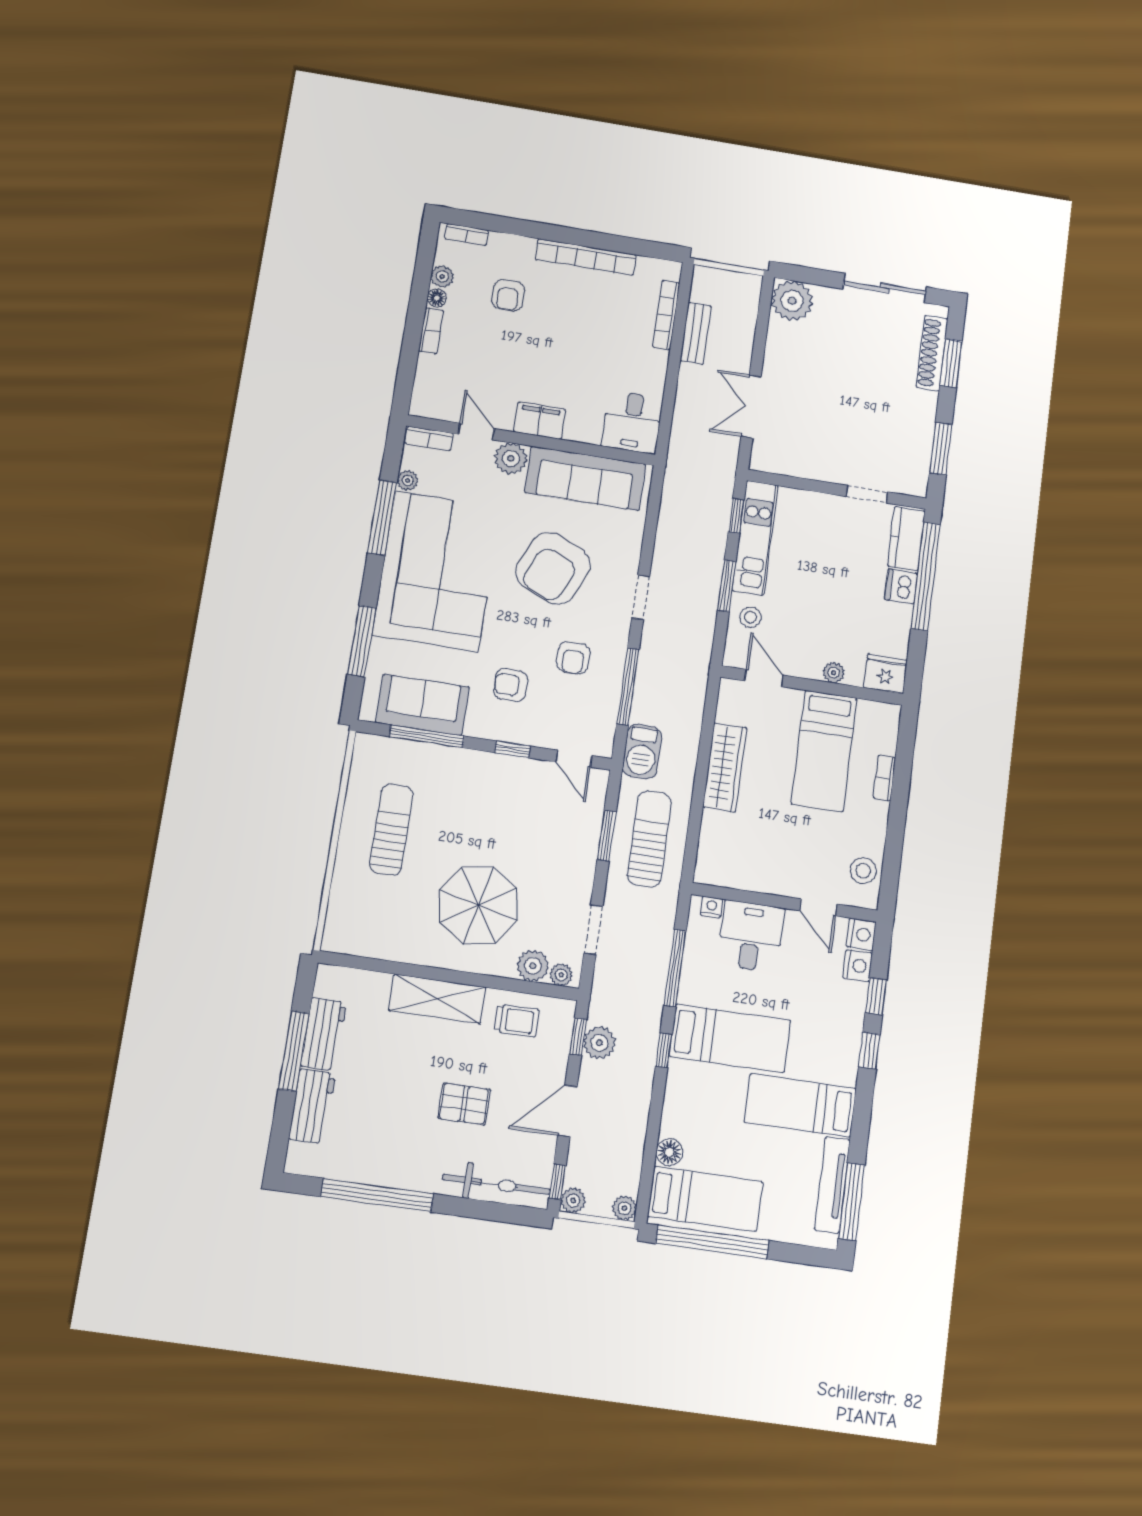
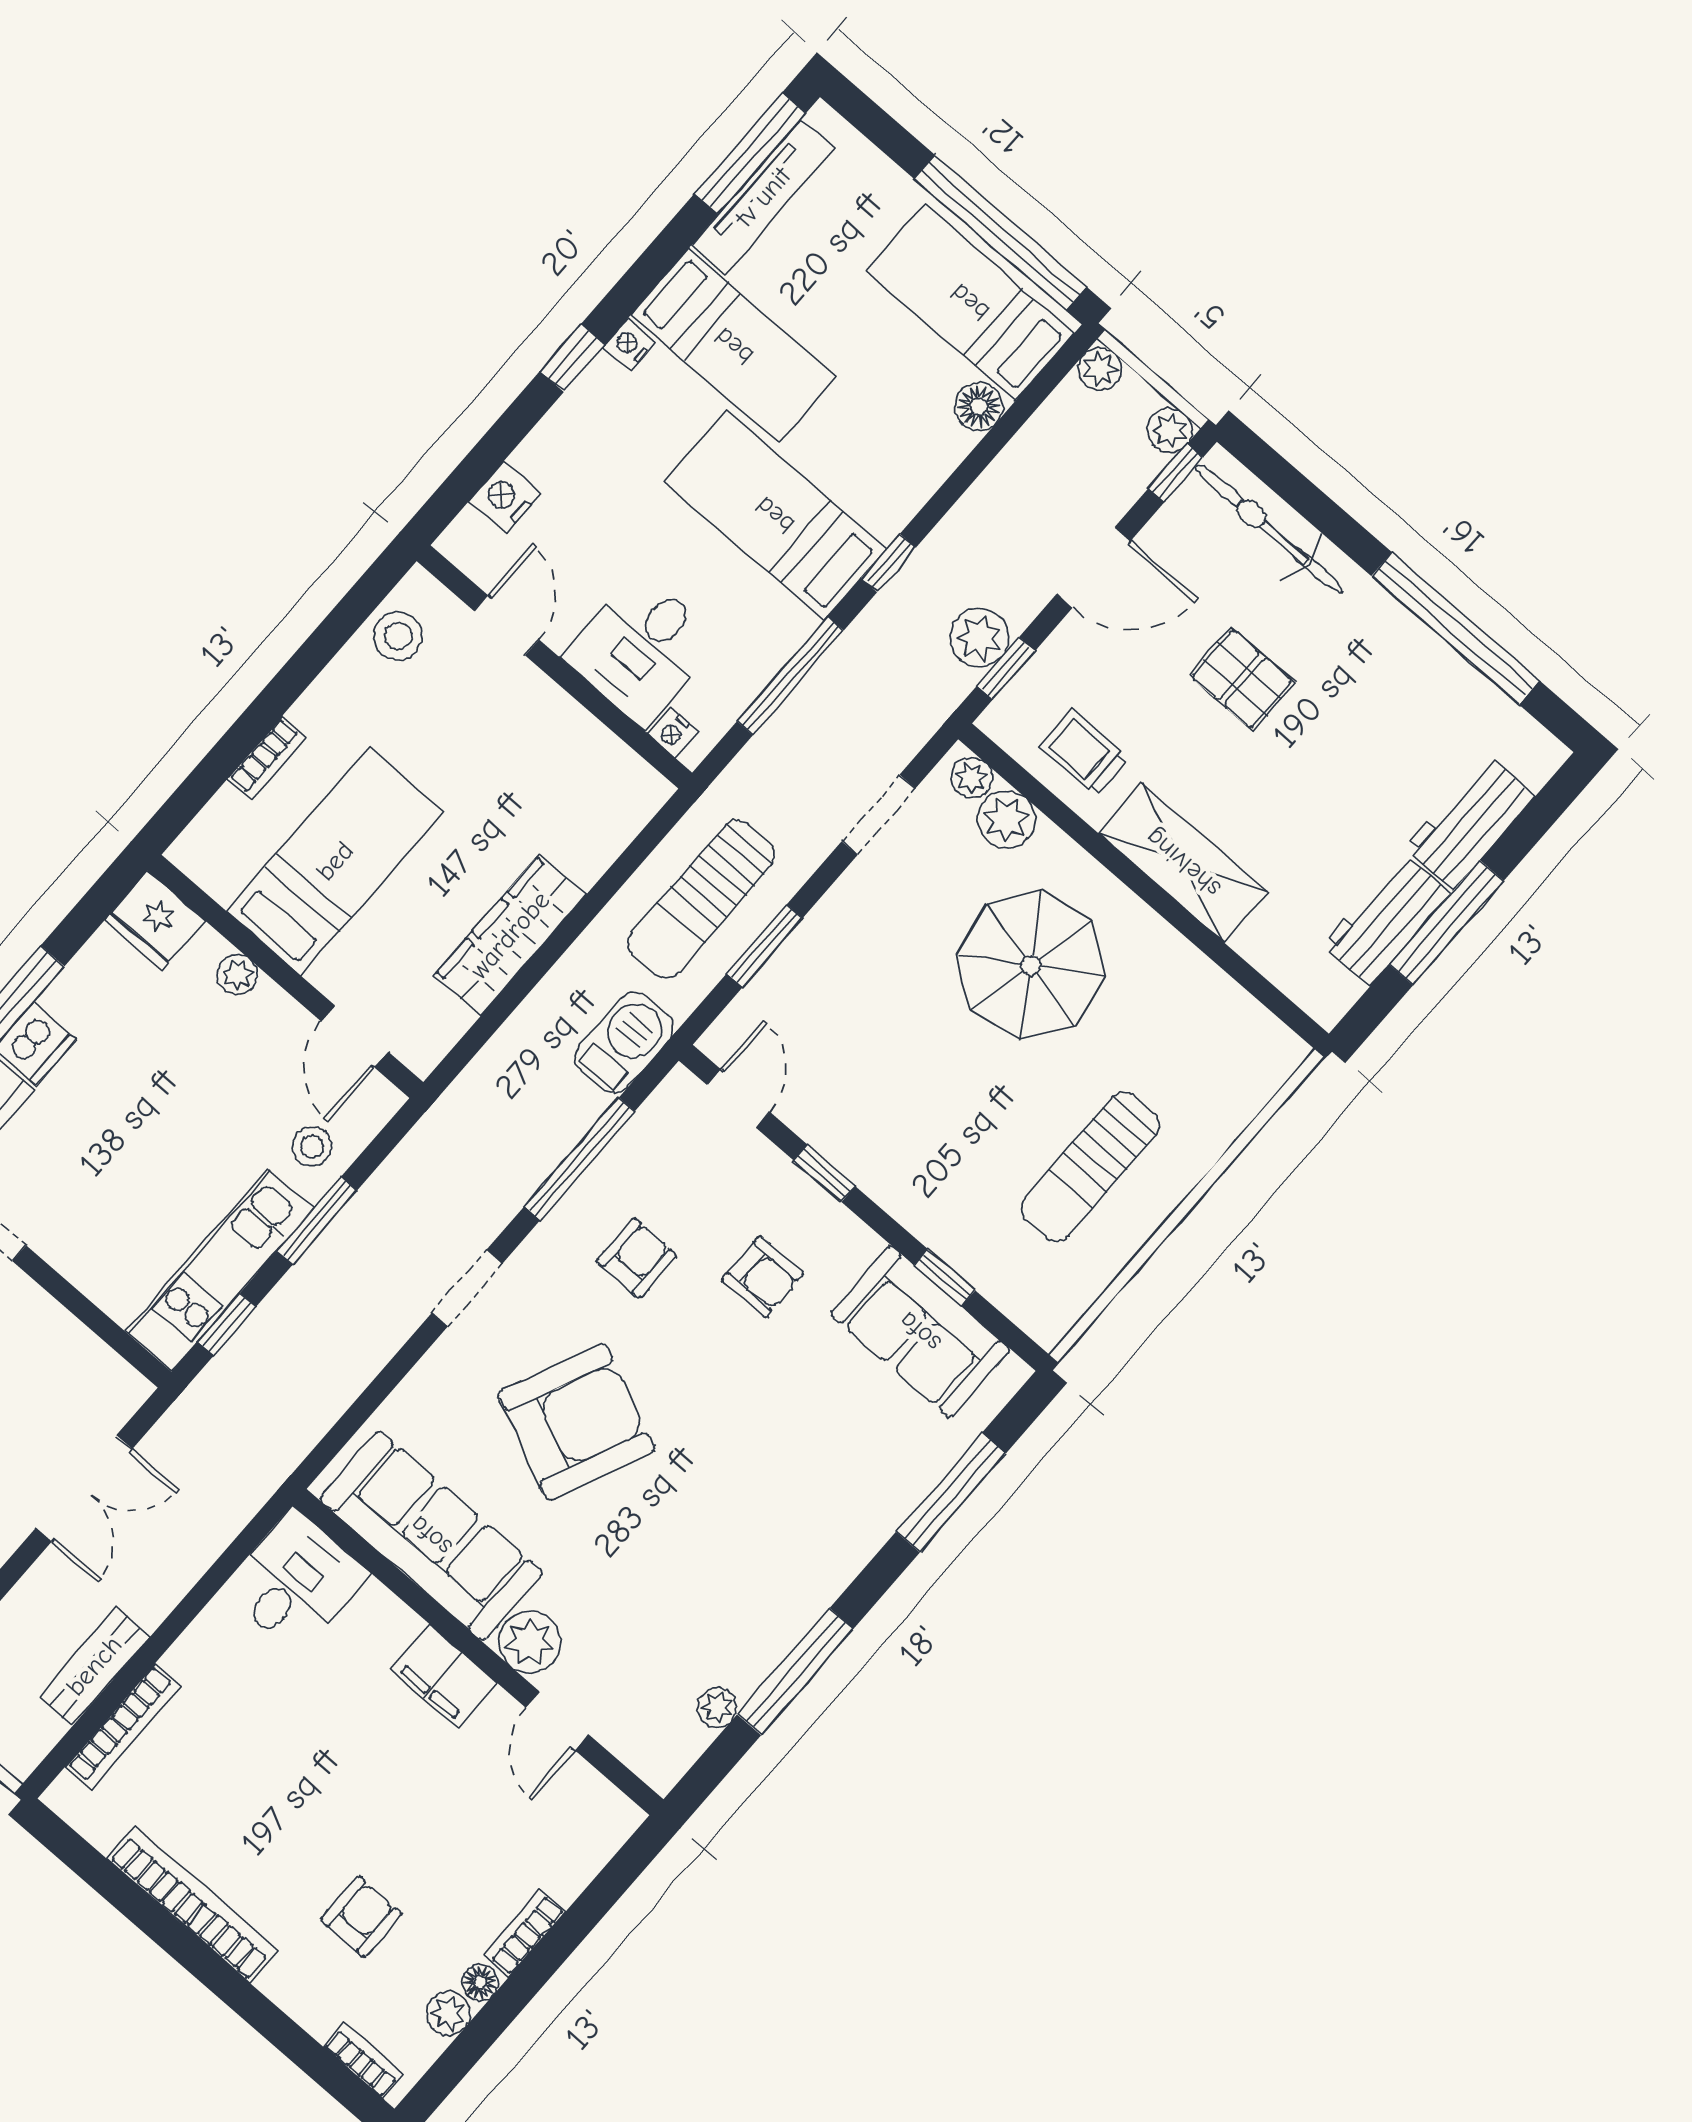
bookcase: (429, 438) -> (640, 1756), removed
corner sofa: (436, 571) -> (764, 1532), removed
window: (427, 736) -> (945, 1278), width x0.46
nightstand: (861, 934) -> (629, 344), moved, width x0.72, depth x0.74
window: (876, 996) -> (507, 433), removed

